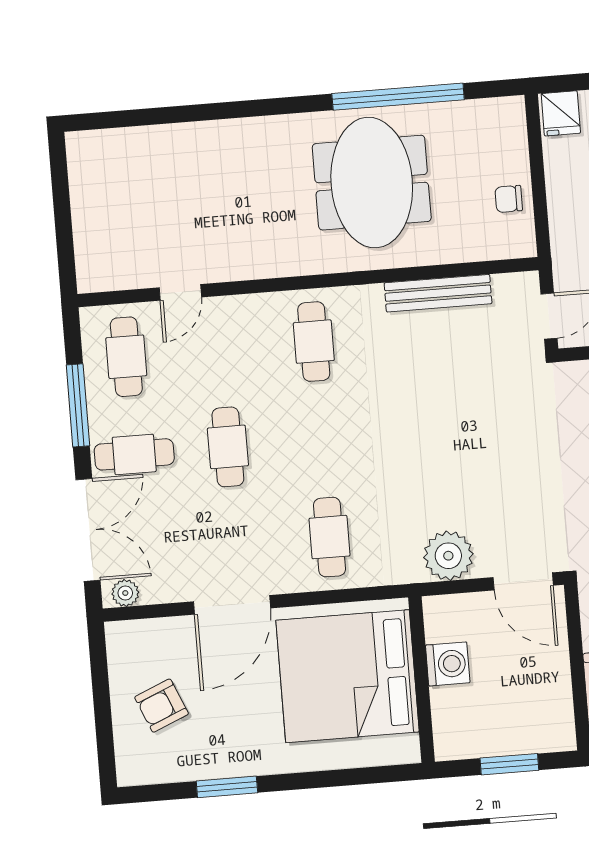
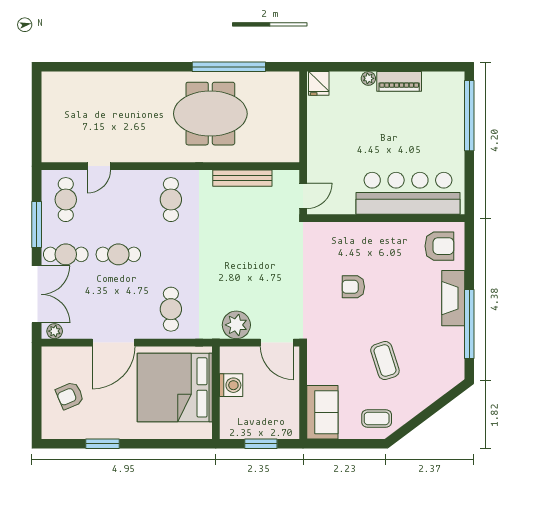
meeting table: (372, 183) -> (210, 114), turned 90
chair: (509, 199) -> (286, 129), removed
cafe table: (228, 447) -> (118, 254), turned 90

